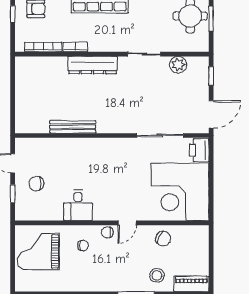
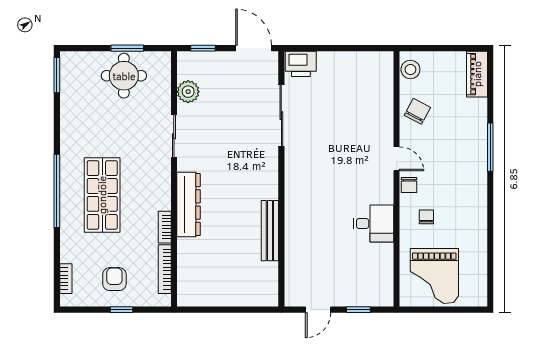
chair: (36, 184) -> (345, 278), removed
corner desk: (180, 192) -> (356, 89), removed
stool: (157, 275) -> (410, 69), moved

